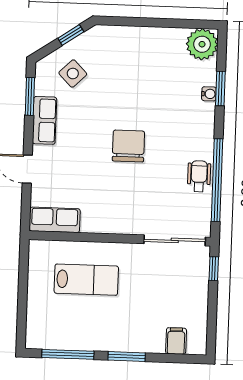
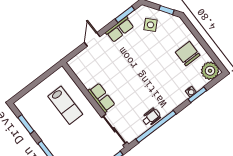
chair: (128, 146) -> (188, 54), moved, turned -90
row of seats: (55, 220) -> (101, 98), moved
window: (68, 354) -> (26, 124), width x0.69

